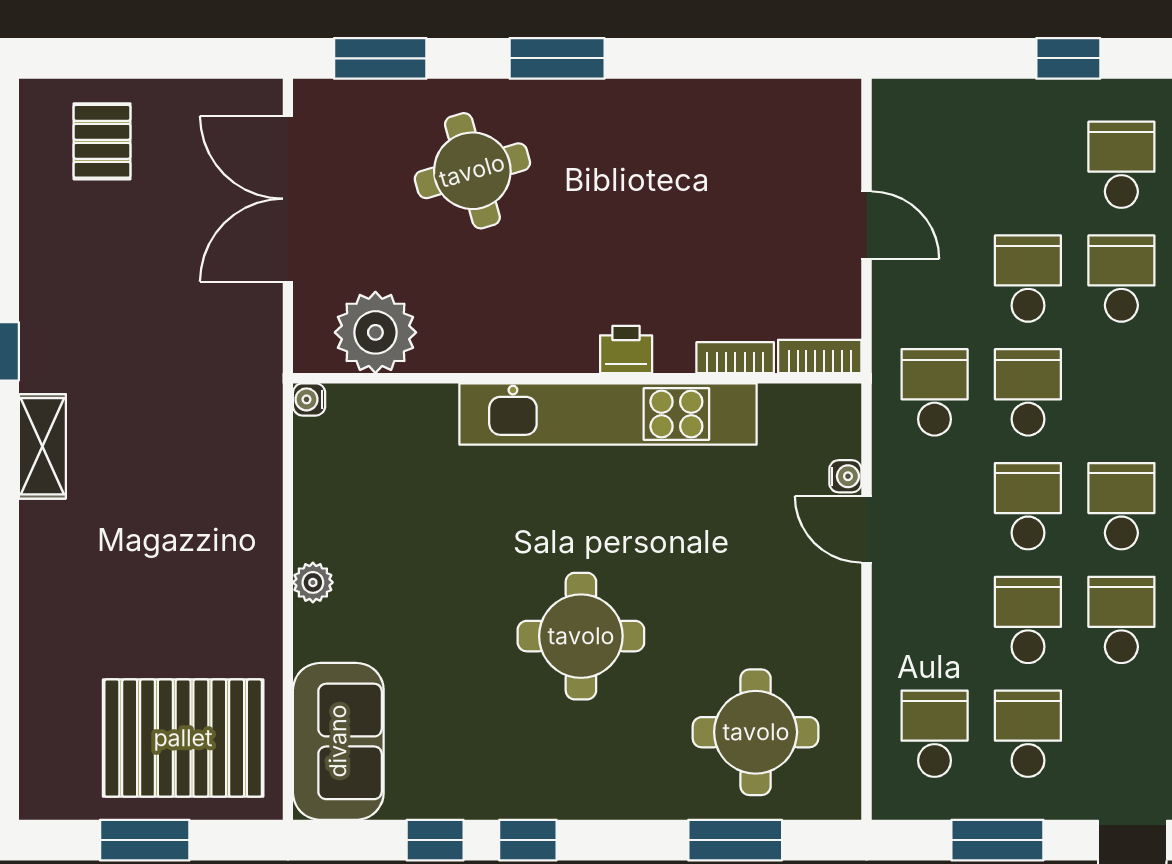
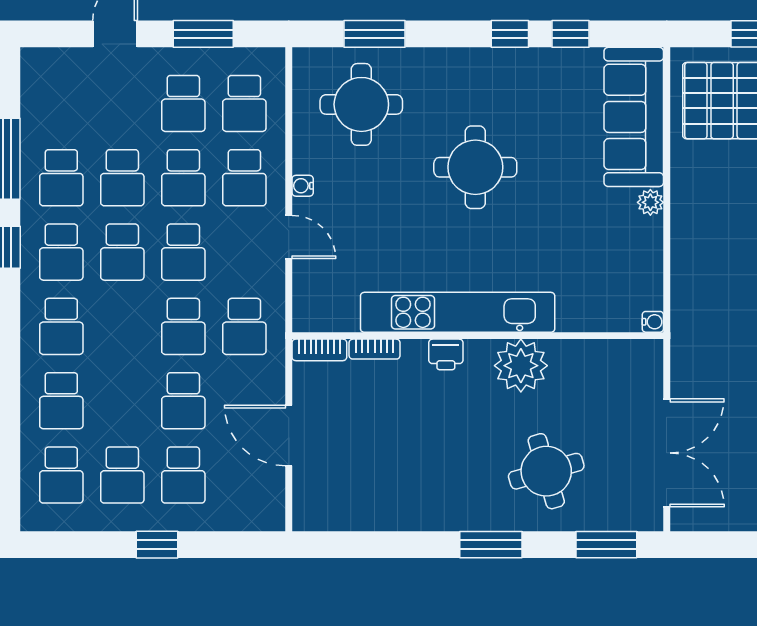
door: (867, 225) -> (289, 436), width x1.38
school desk: (1121, 279) -> (183, 475), moved
plant: (375, 332) -> (521, 366), moved
water cooler: (845, 476) -> (303, 186), moved
school desk: (935, 620) -> (244, 178), added
sofa: (338, 741) -> (634, 117), width x1.36

